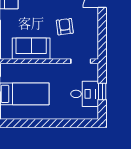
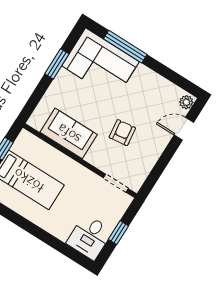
desk: (85, 94) -> (90, 237), moved, turned 90

